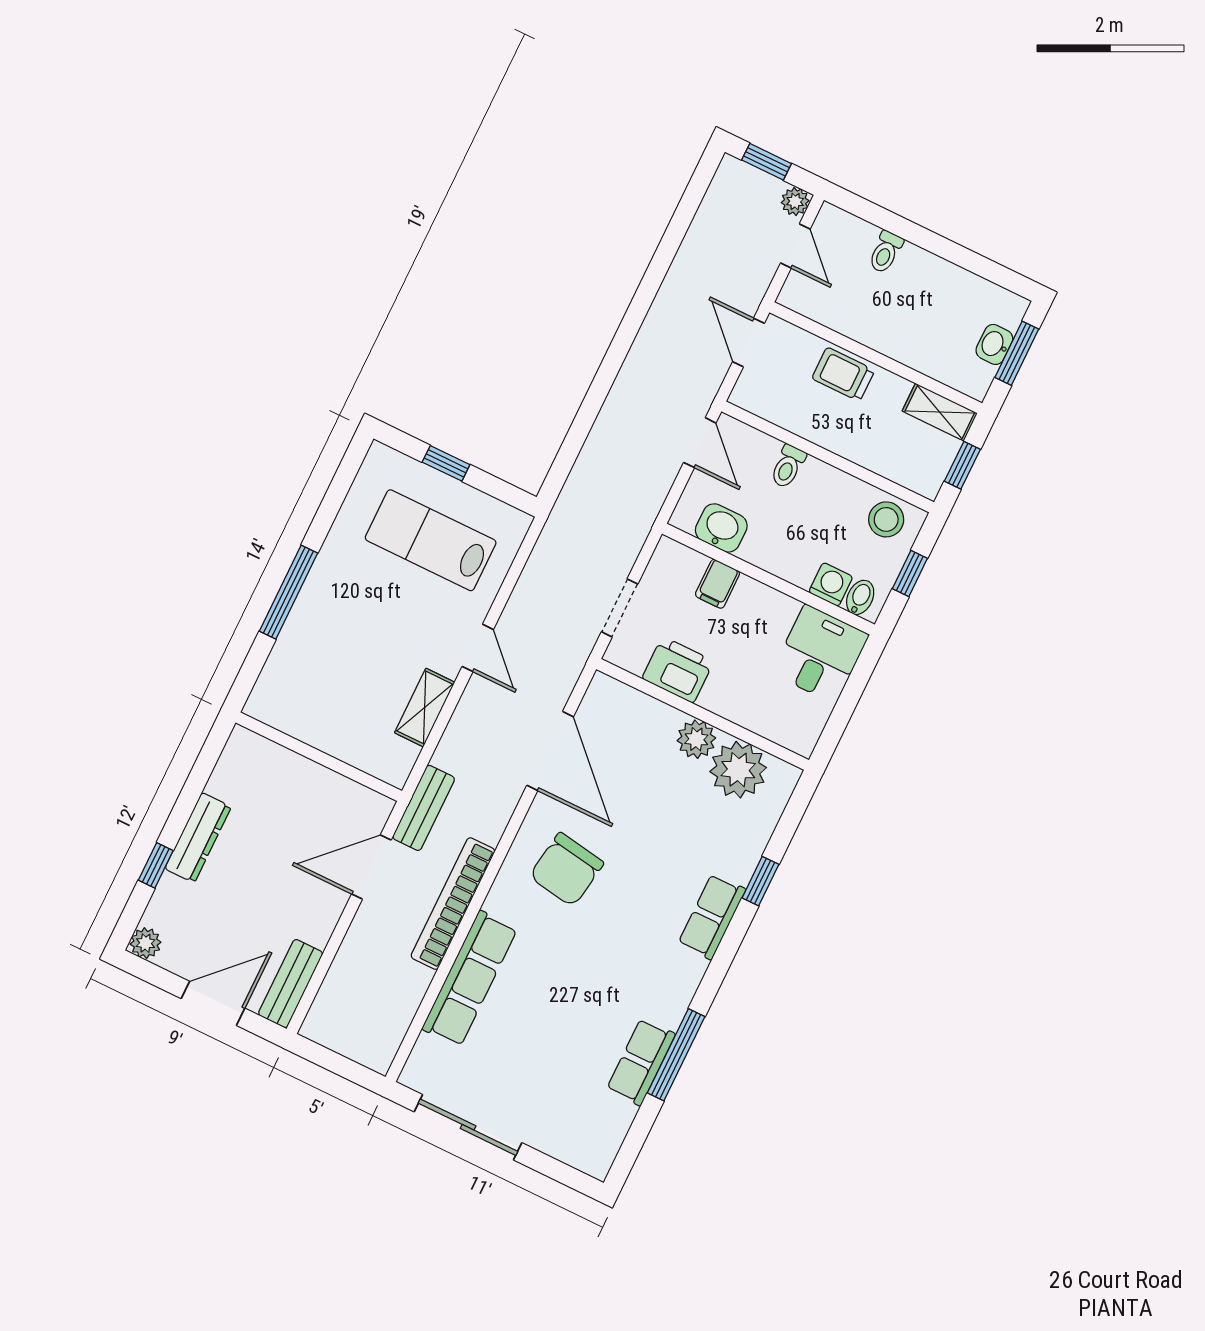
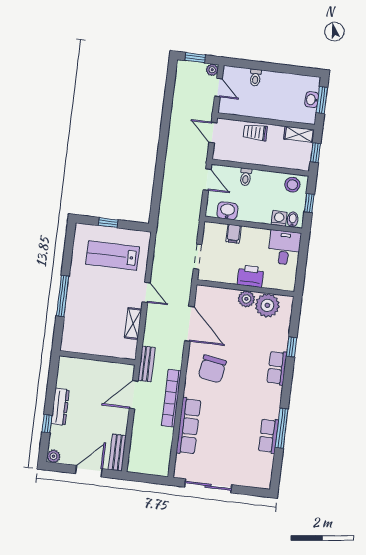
printer: (678, 670) -> (250, 276), moved

